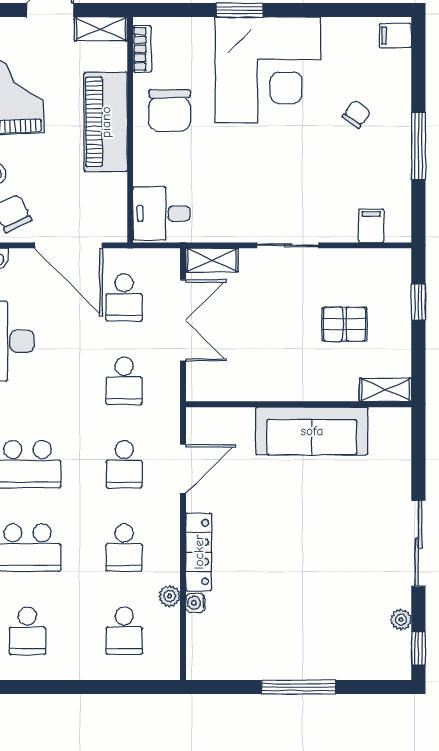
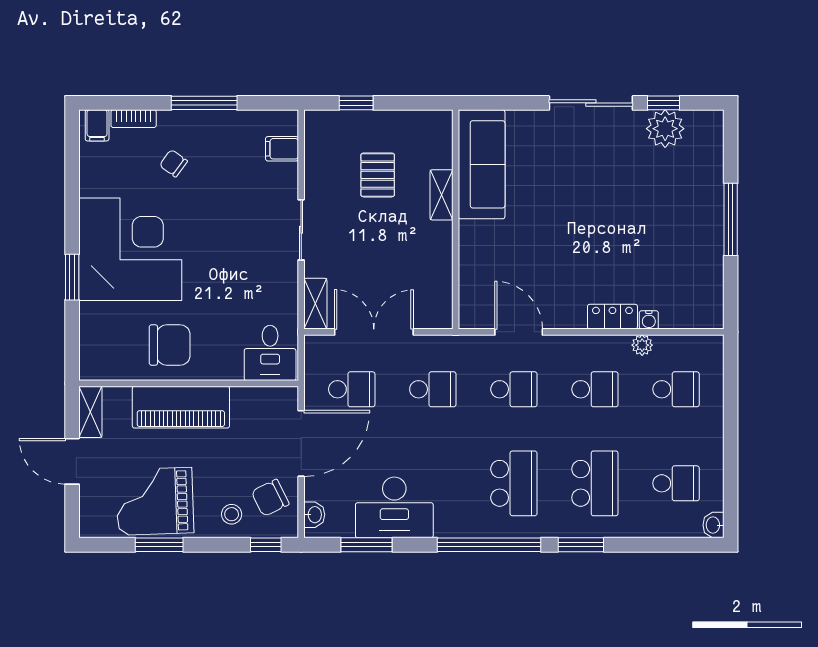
bookcase: (142, 49) -> (134, 119), moved, turned 180
shelving: (386, 390) -> (442, 195), moved
sofa: (312, 431) -> (482, 164), moved
locker: (199, 552) -> (612, 317), width x0.66
plant: (401, 620) -> (665, 129), width x1.88, depth x1.88
window: (418, 648) -> (663, 103), moved

